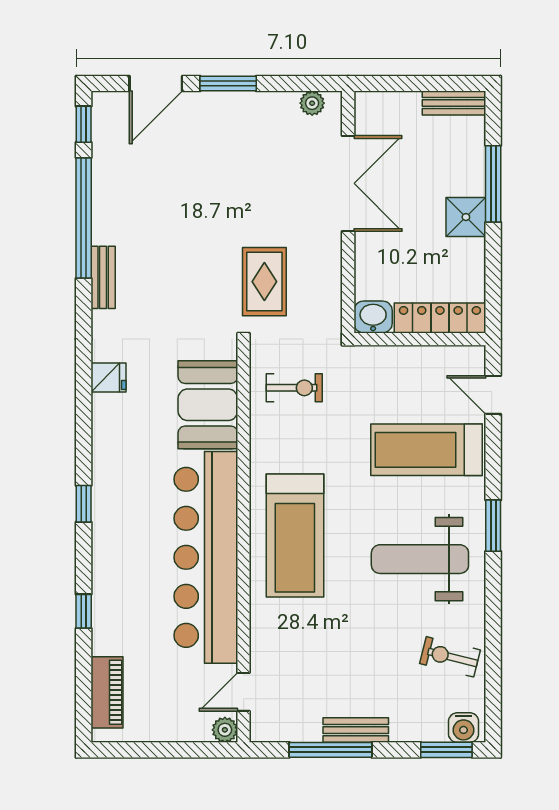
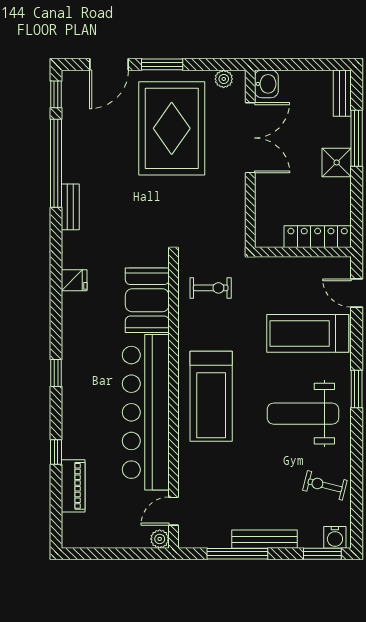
bench: (454, 103) -> (342, 93), moved, turned 90
rug: (264, 282) -> (172, 128), moved, width x1.86, depth x2.06
washbasin: (373, 317) -> (266, 84), moved, turned 90
piano: (107, 692) -> (73, 486), moved
bench: (356, 730) -> (265, 539), width x1.36

